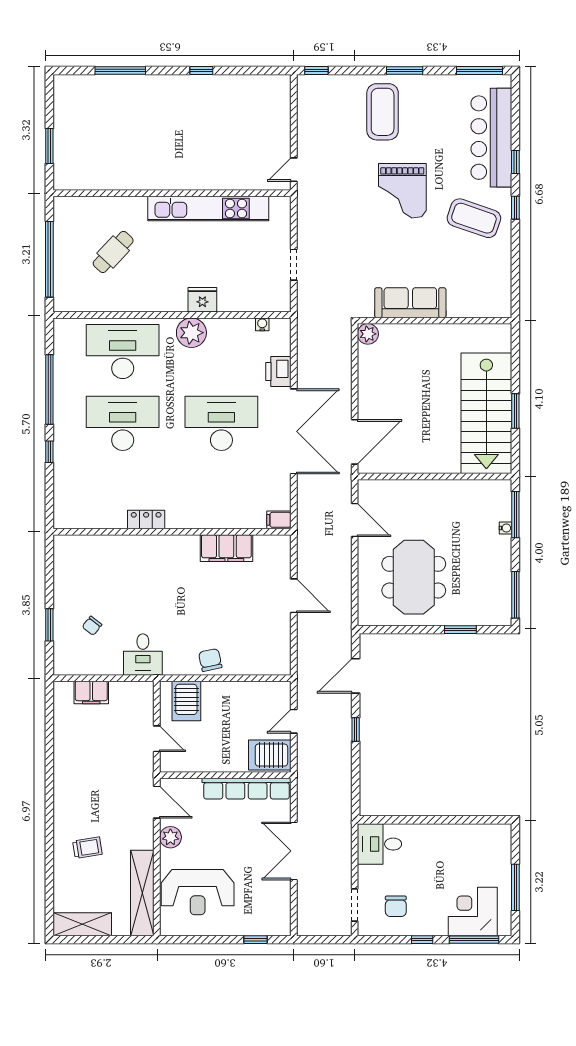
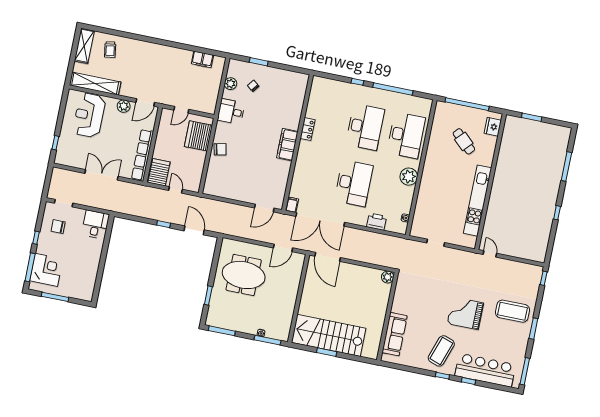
fridge: (202, 300) -> (493, 127), moved, turned 180
sofa: (410, 303) -> (395, 334), moved
double door: (294, 431) -> (320, 219), moved
filing cabinet: (226, 548) -> (287, 145), moved
door: (294, 596) -> (264, 208), moved
plant: (96, 665) -> (230, 84), added
filing cabinet: (91, 693) -> (202, 59), moved, turned -90
server rack: (186, 701) -> (198, 136), width x1.60
trolley: (87, 848) -> (110, 50), moved

